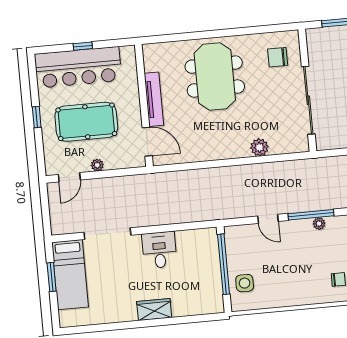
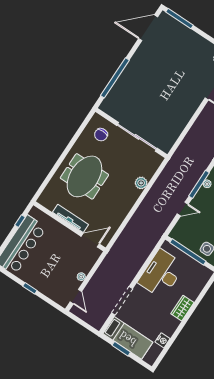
window: (83, 46) -> (20, 221), moved
meeting table: (215, 77) -> (84, 176), turned 90
pool table: (86, 122) -> (54, 264), removed
desk: (159, 250) -> (161, 274), width x1.87, depth x1.30
nightstand: (99, 317) -> (163, 340), added

